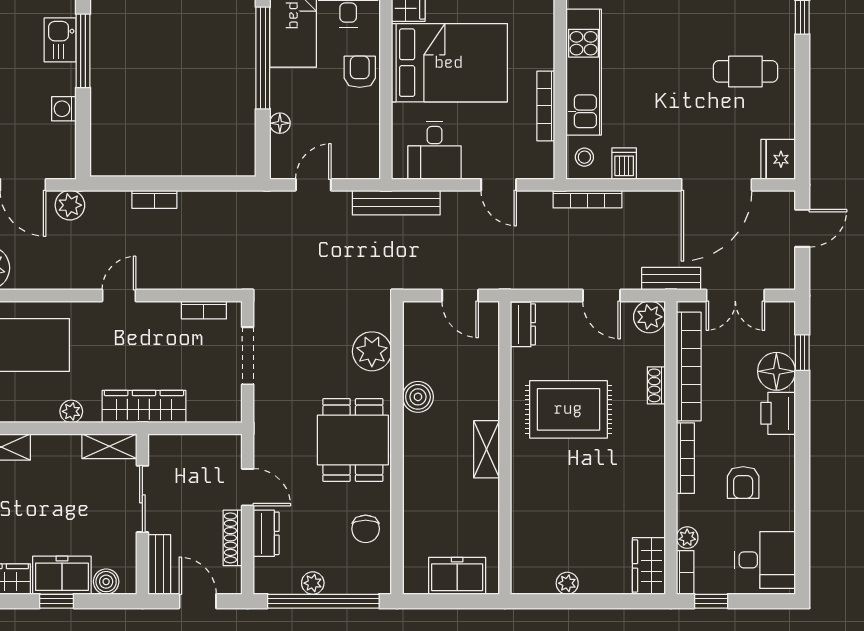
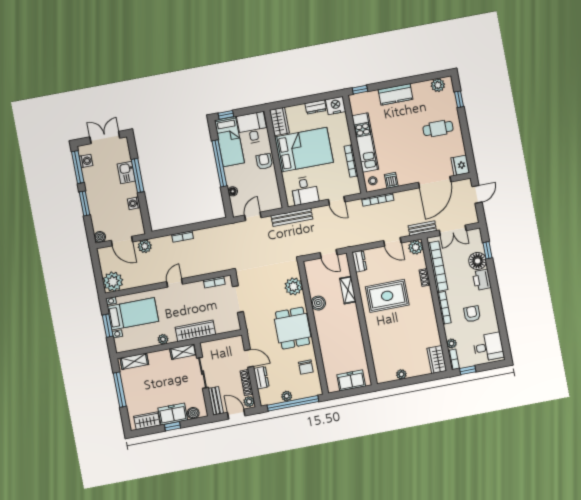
shelving: (487, 449) -> (348, 290), moved
armchair: (743, 482) -> (472, 314), turned 180
plant: (230, 580) -> (249, 402), added

